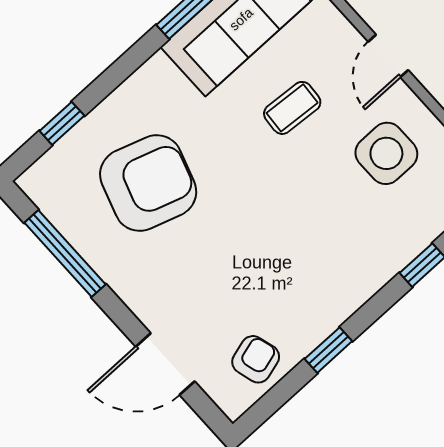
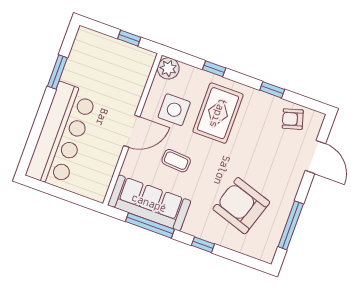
door: (388, 56) -> (132, 131), width x1.38
window: (62, 123) -> (203, 245), moved
rug: (338, 230) -> (218, 113), added

